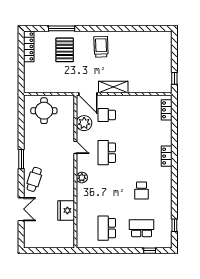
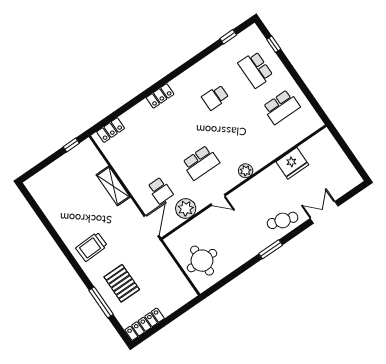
pallet: (65, 50) -> (122, 283), turned 90
shelving: (113, 87) -> (113, 186), moved
door: (75, 147) -> (218, 200), swing flipped
school desk: (142, 190) -> (215, 97), turned 180

